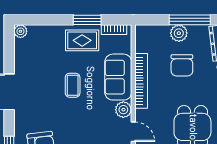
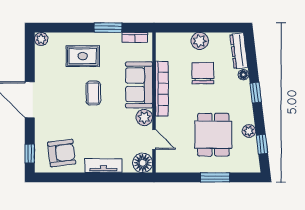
window: (190, 20) -> (211, 28), removed
rug: (82, 40) -> (83, 56), moved
chair: (182, 65) -> (203, 73), turned 180

